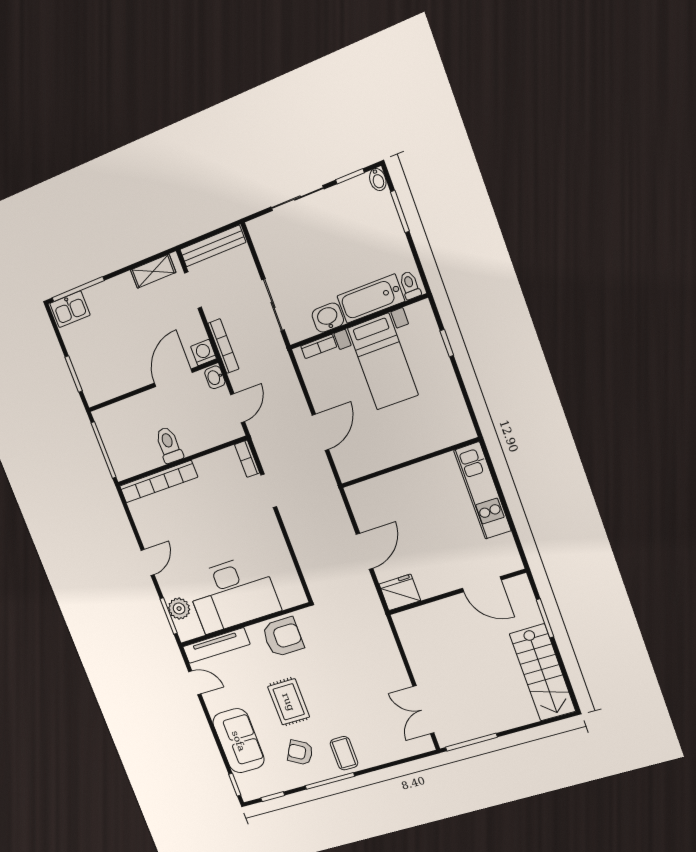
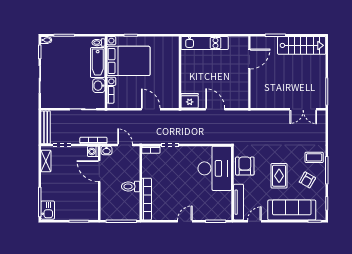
bed with nightstands: (383, 362) -> (128, 61), width x1.36
door: (148, 562) -> (185, 221), hinge flipped
fridge: (400, 592) -> (190, 101), moved, turned 90
desk: (232, 594) -> (215, 168), moved
plant: (179, 609) -> (214, 214), removed
rug: (289, 702) -> (279, 176), turned 90
sofa: (239, 741) -> (292, 210), width x1.36

